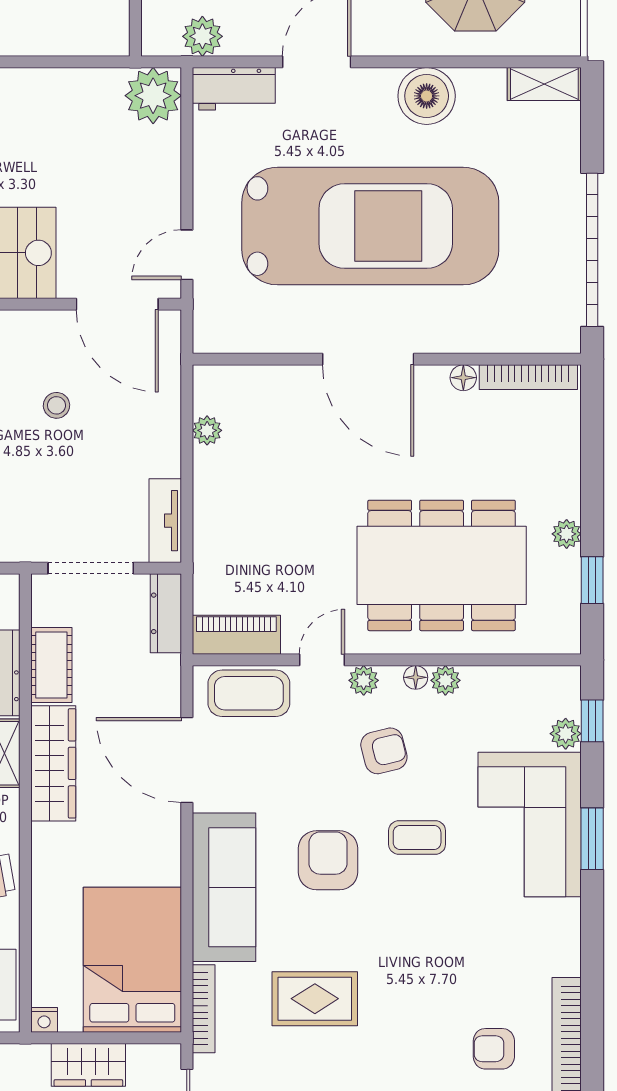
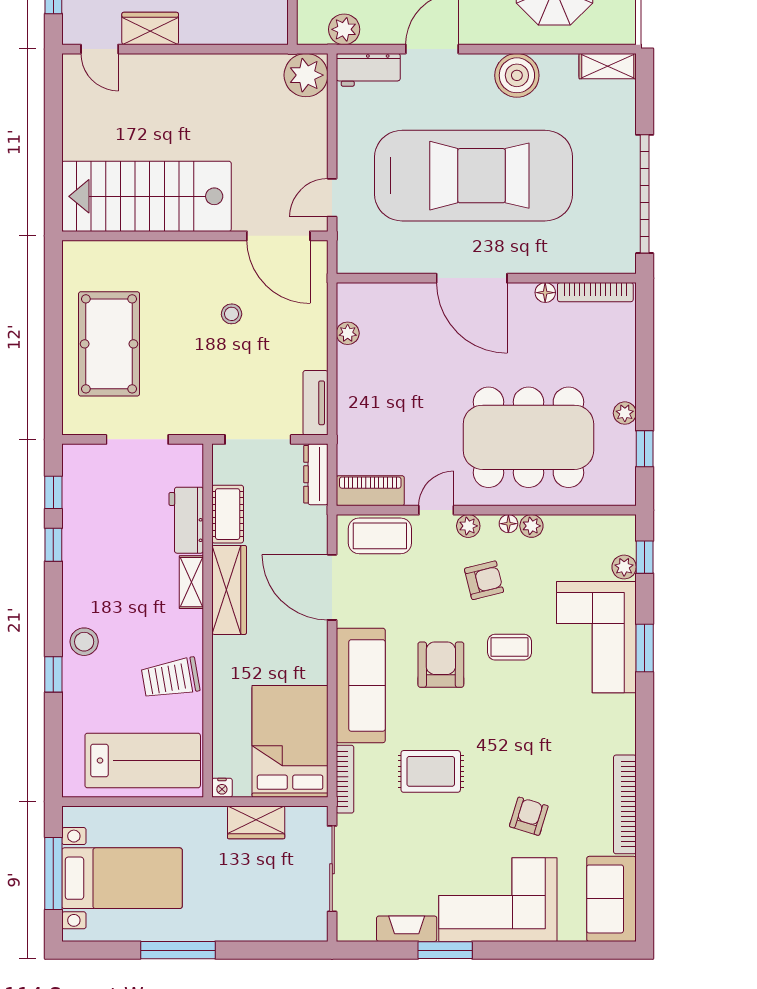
armchair: (494, 1049) -> (529, 816), moved, turned 107

